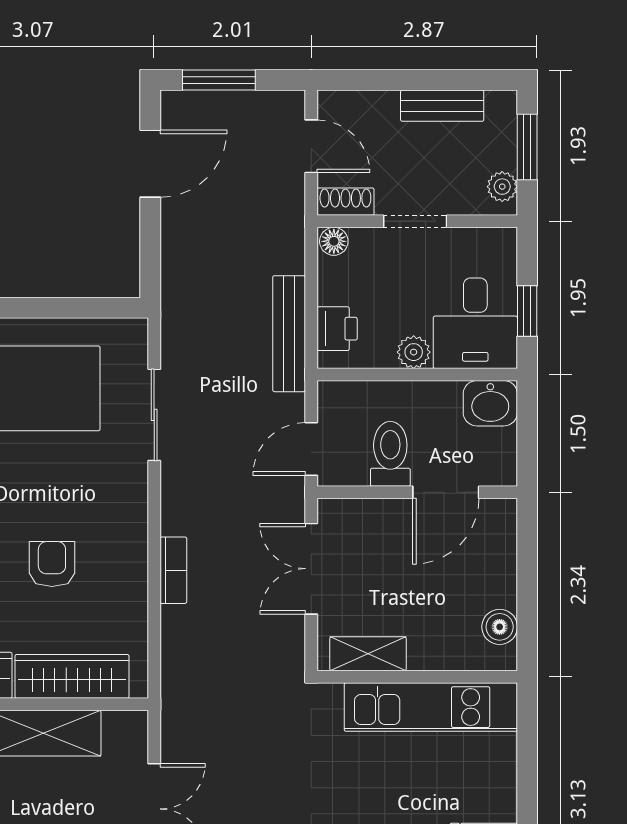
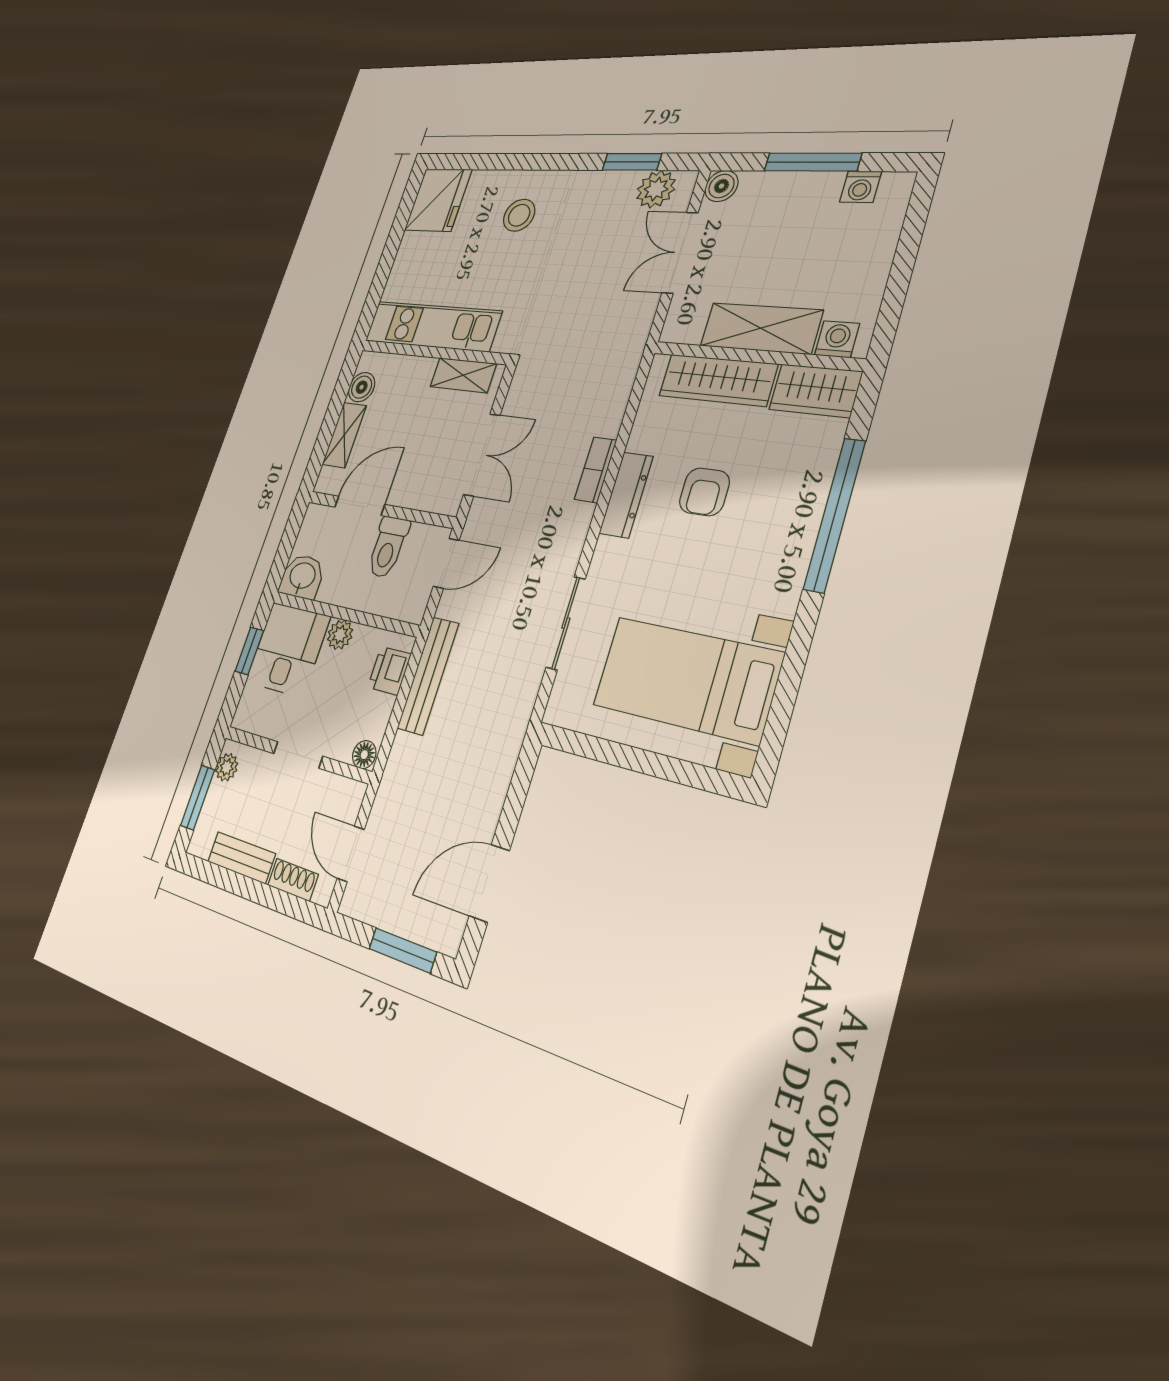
shoe rack: (345, 202) -> (293, 880), moved, turned 180
dresser: (132, 550) -> (626, 495), added
shelving: (500, 569) -> (344, 435), added

